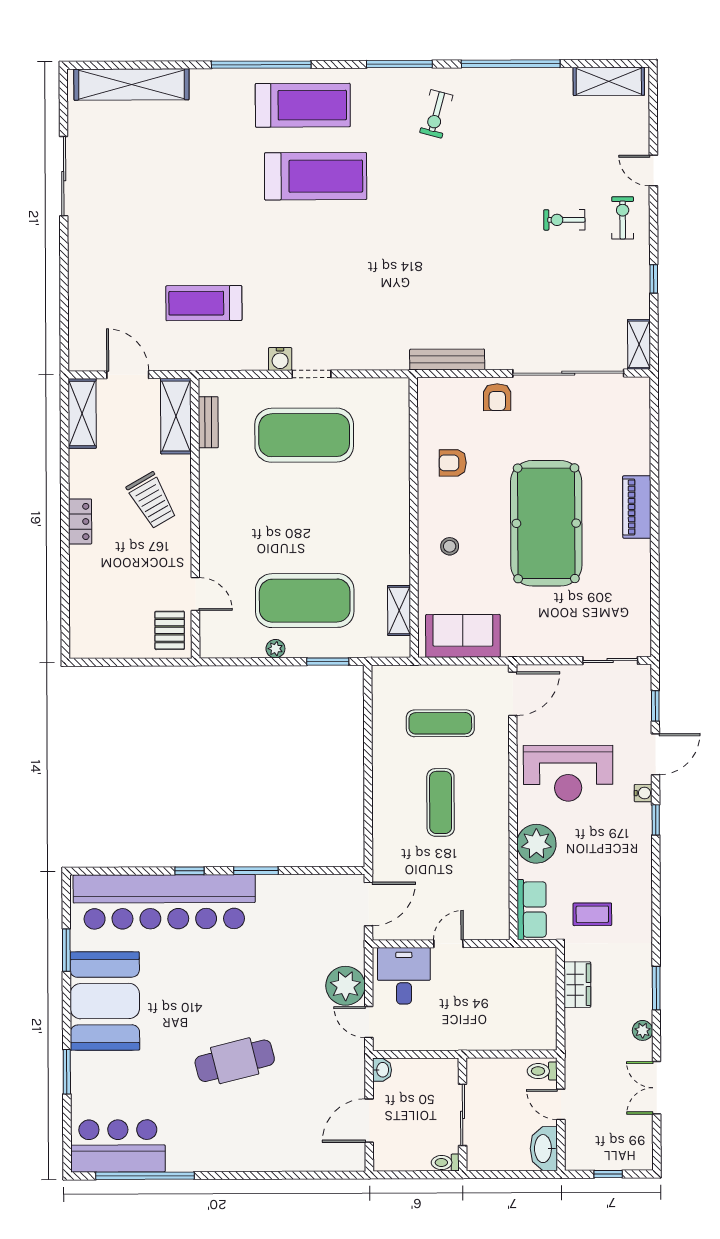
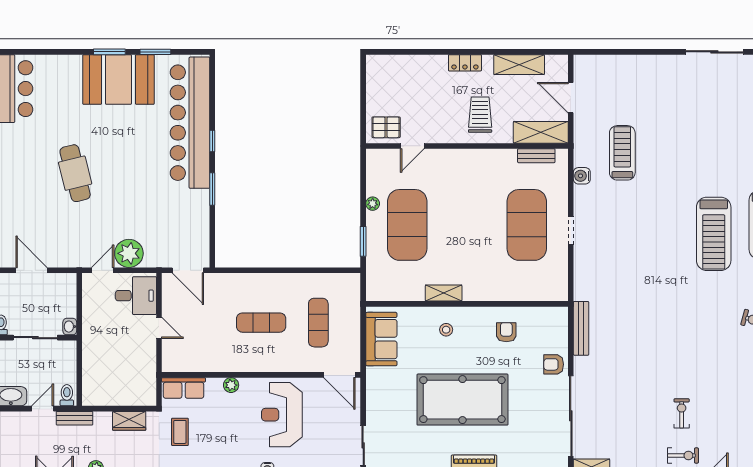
water cooler: (280, 359) -> (582, 176), moved
door: (128, 375) -> (571, 98), swing flipped
shelving: (82, 413) -> (519, 65), moved
trolley: (152, 500) -> (480, 115), turned 120
shelving: (399, 610) -> (444, 293), moved
plant: (536, 844) -> (231, 385), width x0.53, depth x0.53
bench: (574, 1060) -> (74, 418), added
washbasin: (382, 1070) -> (70, 327), moved, turned 90
window: (67, 1072) -> (109, 52), moved

